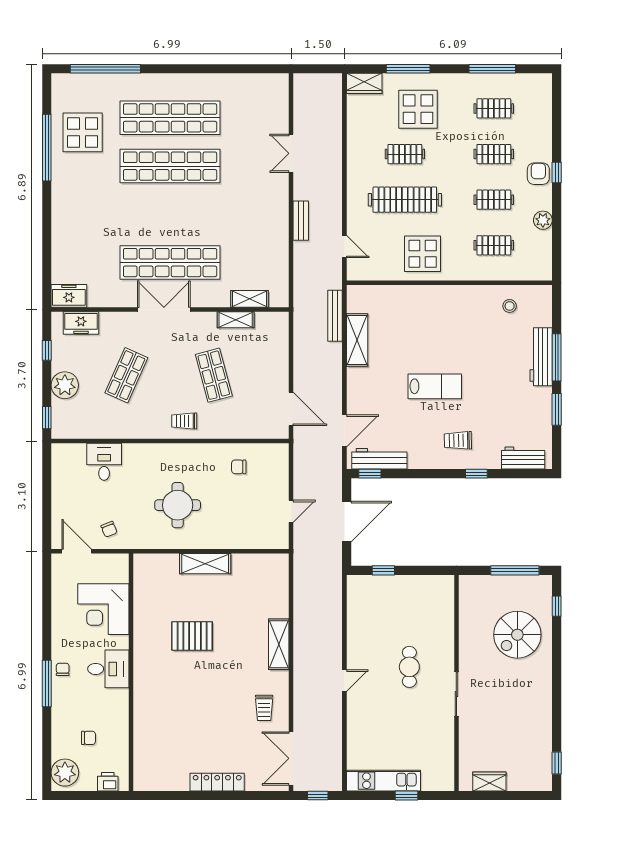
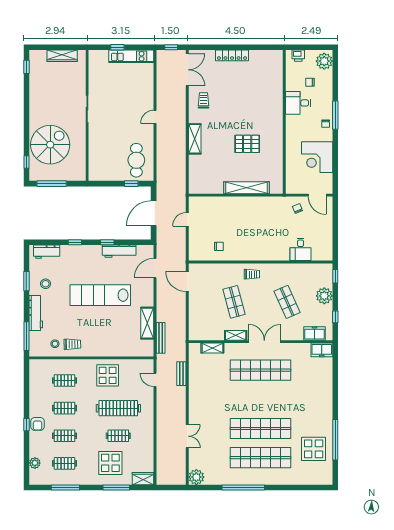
window: (105, 69) -> (243, 487), moved
plant: (276, 86) -> (196, 477), added
plant: (543, 220) -> (35, 463), moved
bench: (301, 221) -> (181, 374), moved
double door: (164, 309) -> (264, 342), swing flipped
shelving: (236, 320) -> (236, 335), moved
window: (557, 357) -> (26, 336), moved
shop shelf: (126, 375) -> (287, 302), turned -48
lab bench: (435, 386) -> (100, 295), width x1.86, depth x1.39
stool: (525, 405) -> (46, 284), added
trolley: (458, 440) -> (72, 344), moved
workbench: (379, 459) -> (119, 251), moved
window: (370, 474) -> (107, 242), moved
round table: (178, 505) -> (256, 223), removed
shelving: (205, 564) -> (247, 188), width x1.47
corner desk: (103, 609) -> (317, 157), moved, turned 180
spiral stairs: (517, 635) -> (50, 145), width x1.37, depth x1.37
cafe table: (409, 667) -> (136, 160), moved, width x1.37, depth x1.35
desk: (108, 669) -> (298, 103), moved
wardrobe: (489, 781) -> (62, 56), width x1.50

